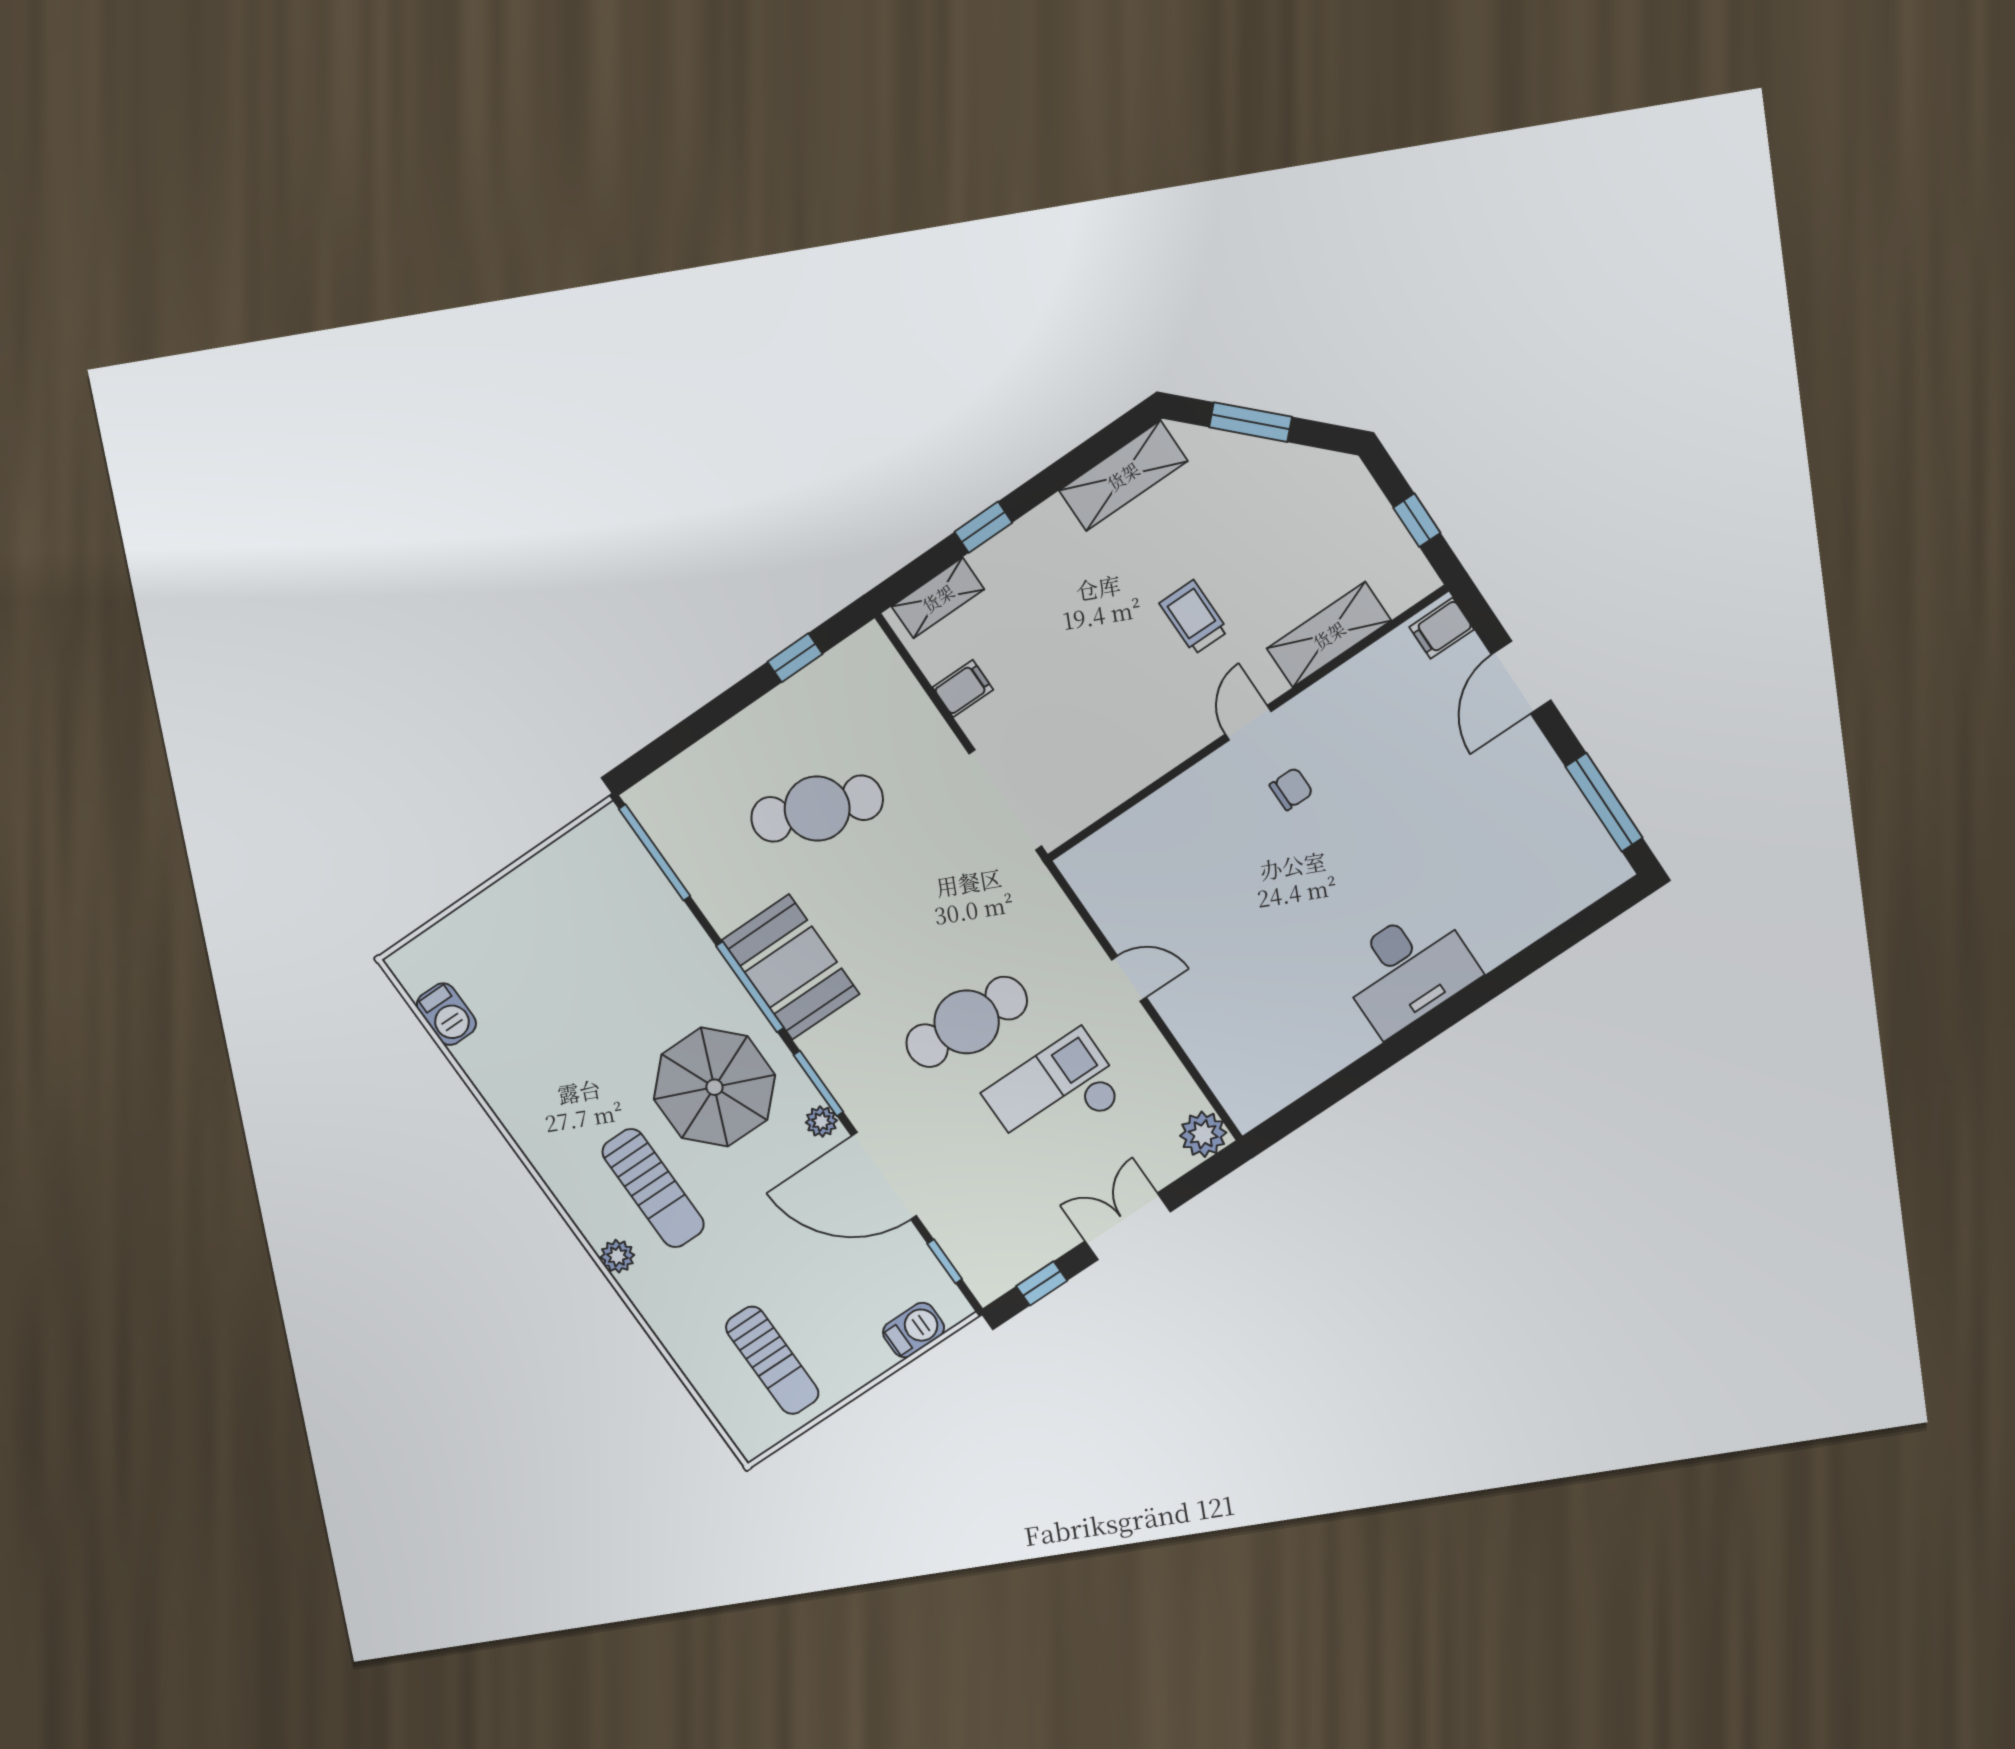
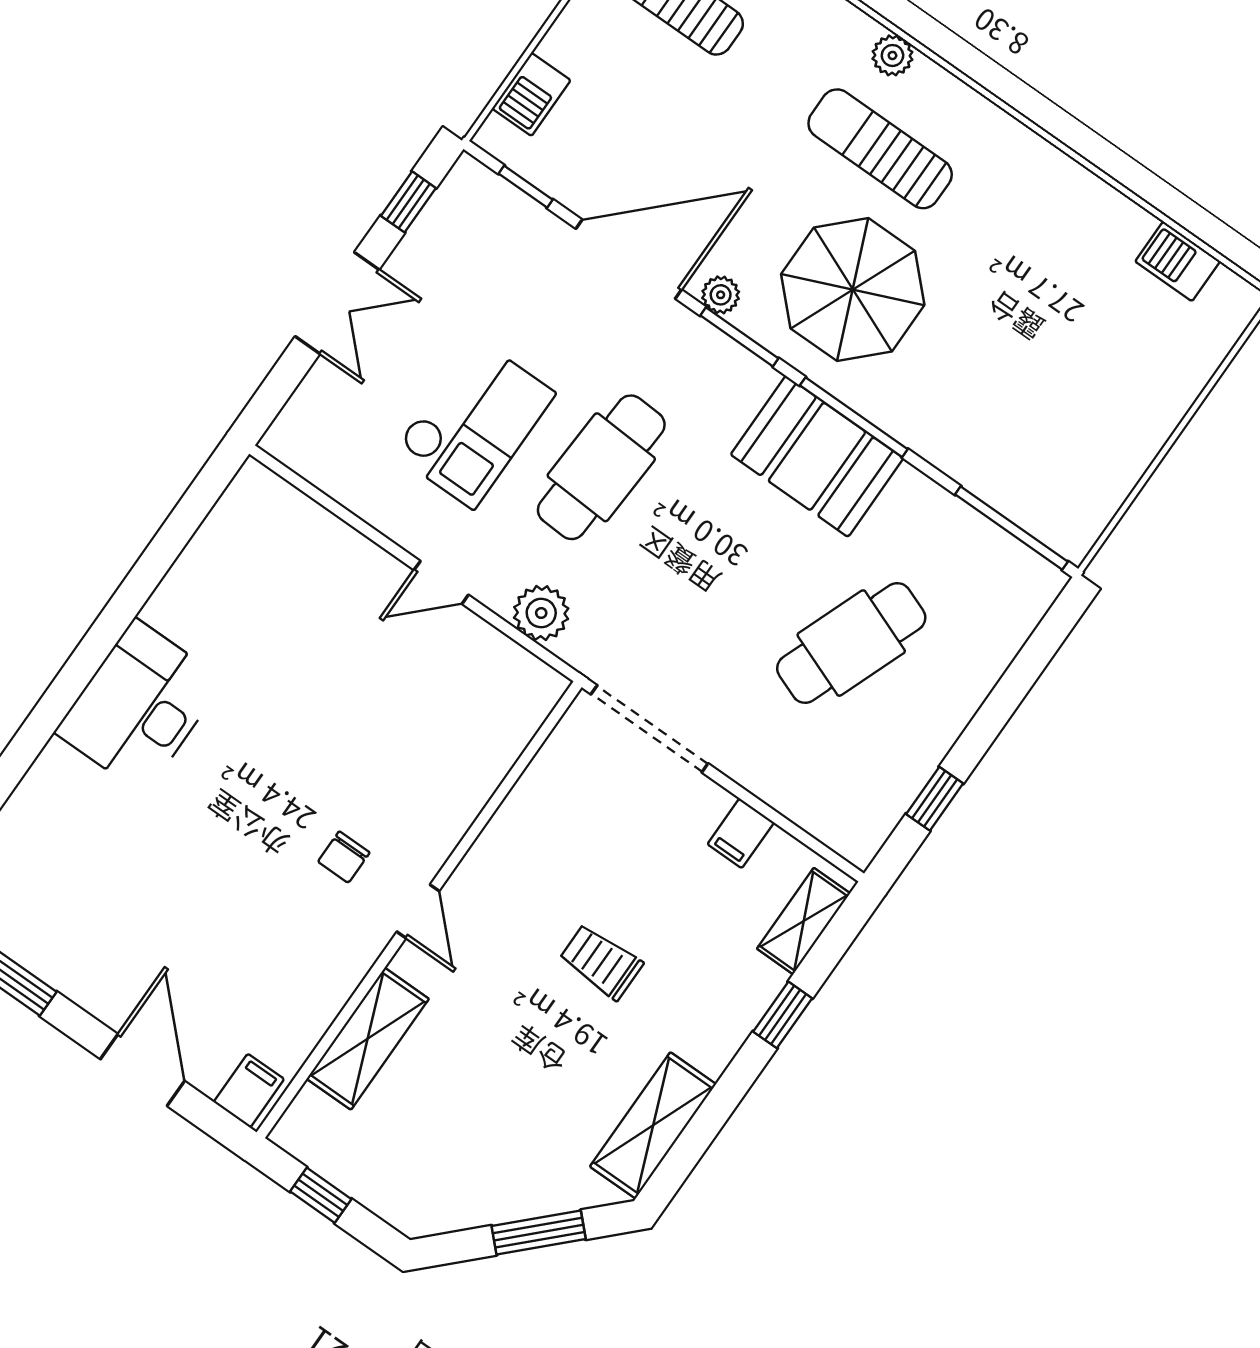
trolley: (1194, 617) -> (601, 962), moved, turned 180
plant: (1203, 1134) -> (541, 613), moved

